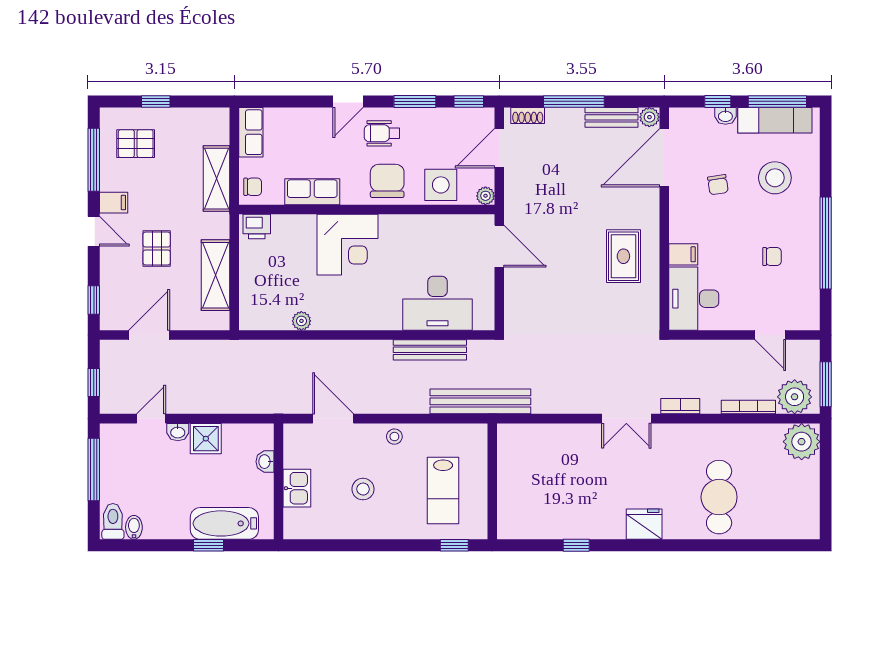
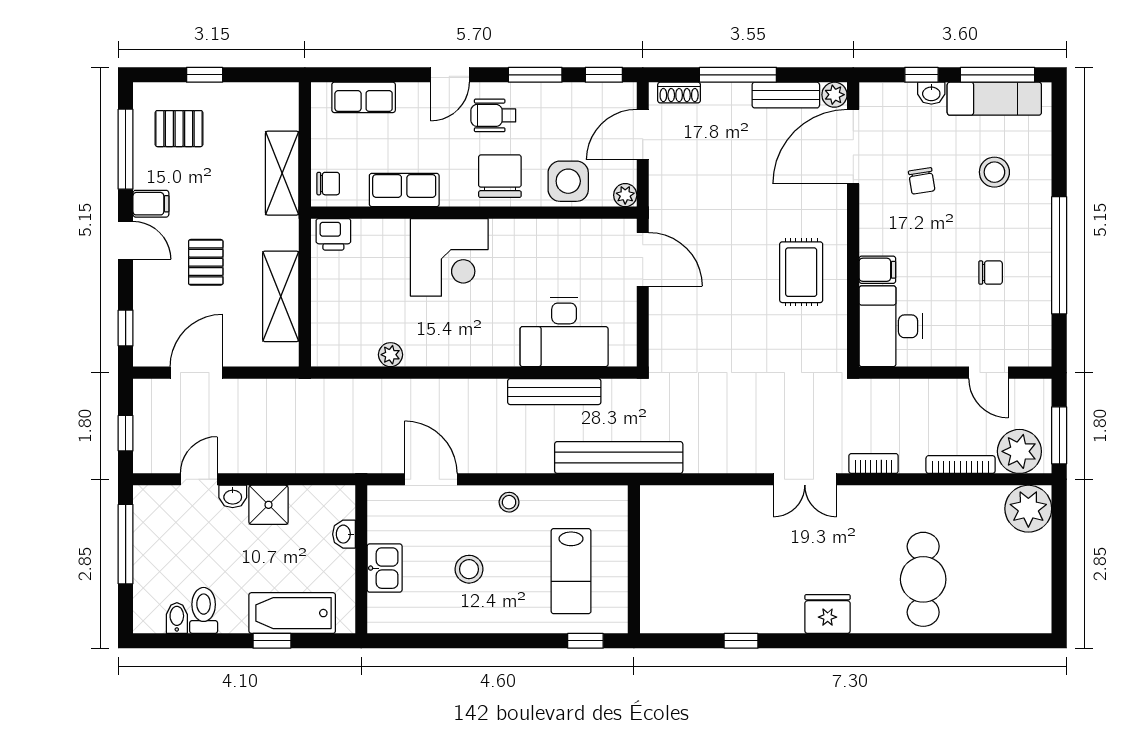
row of seats: (251, 132) -> (364, 97), moved, turned 90
stool: (775, 178) -> (994, 172), width x0.73, depth x0.73
toilet: (113, 521) -> (204, 610), moved

